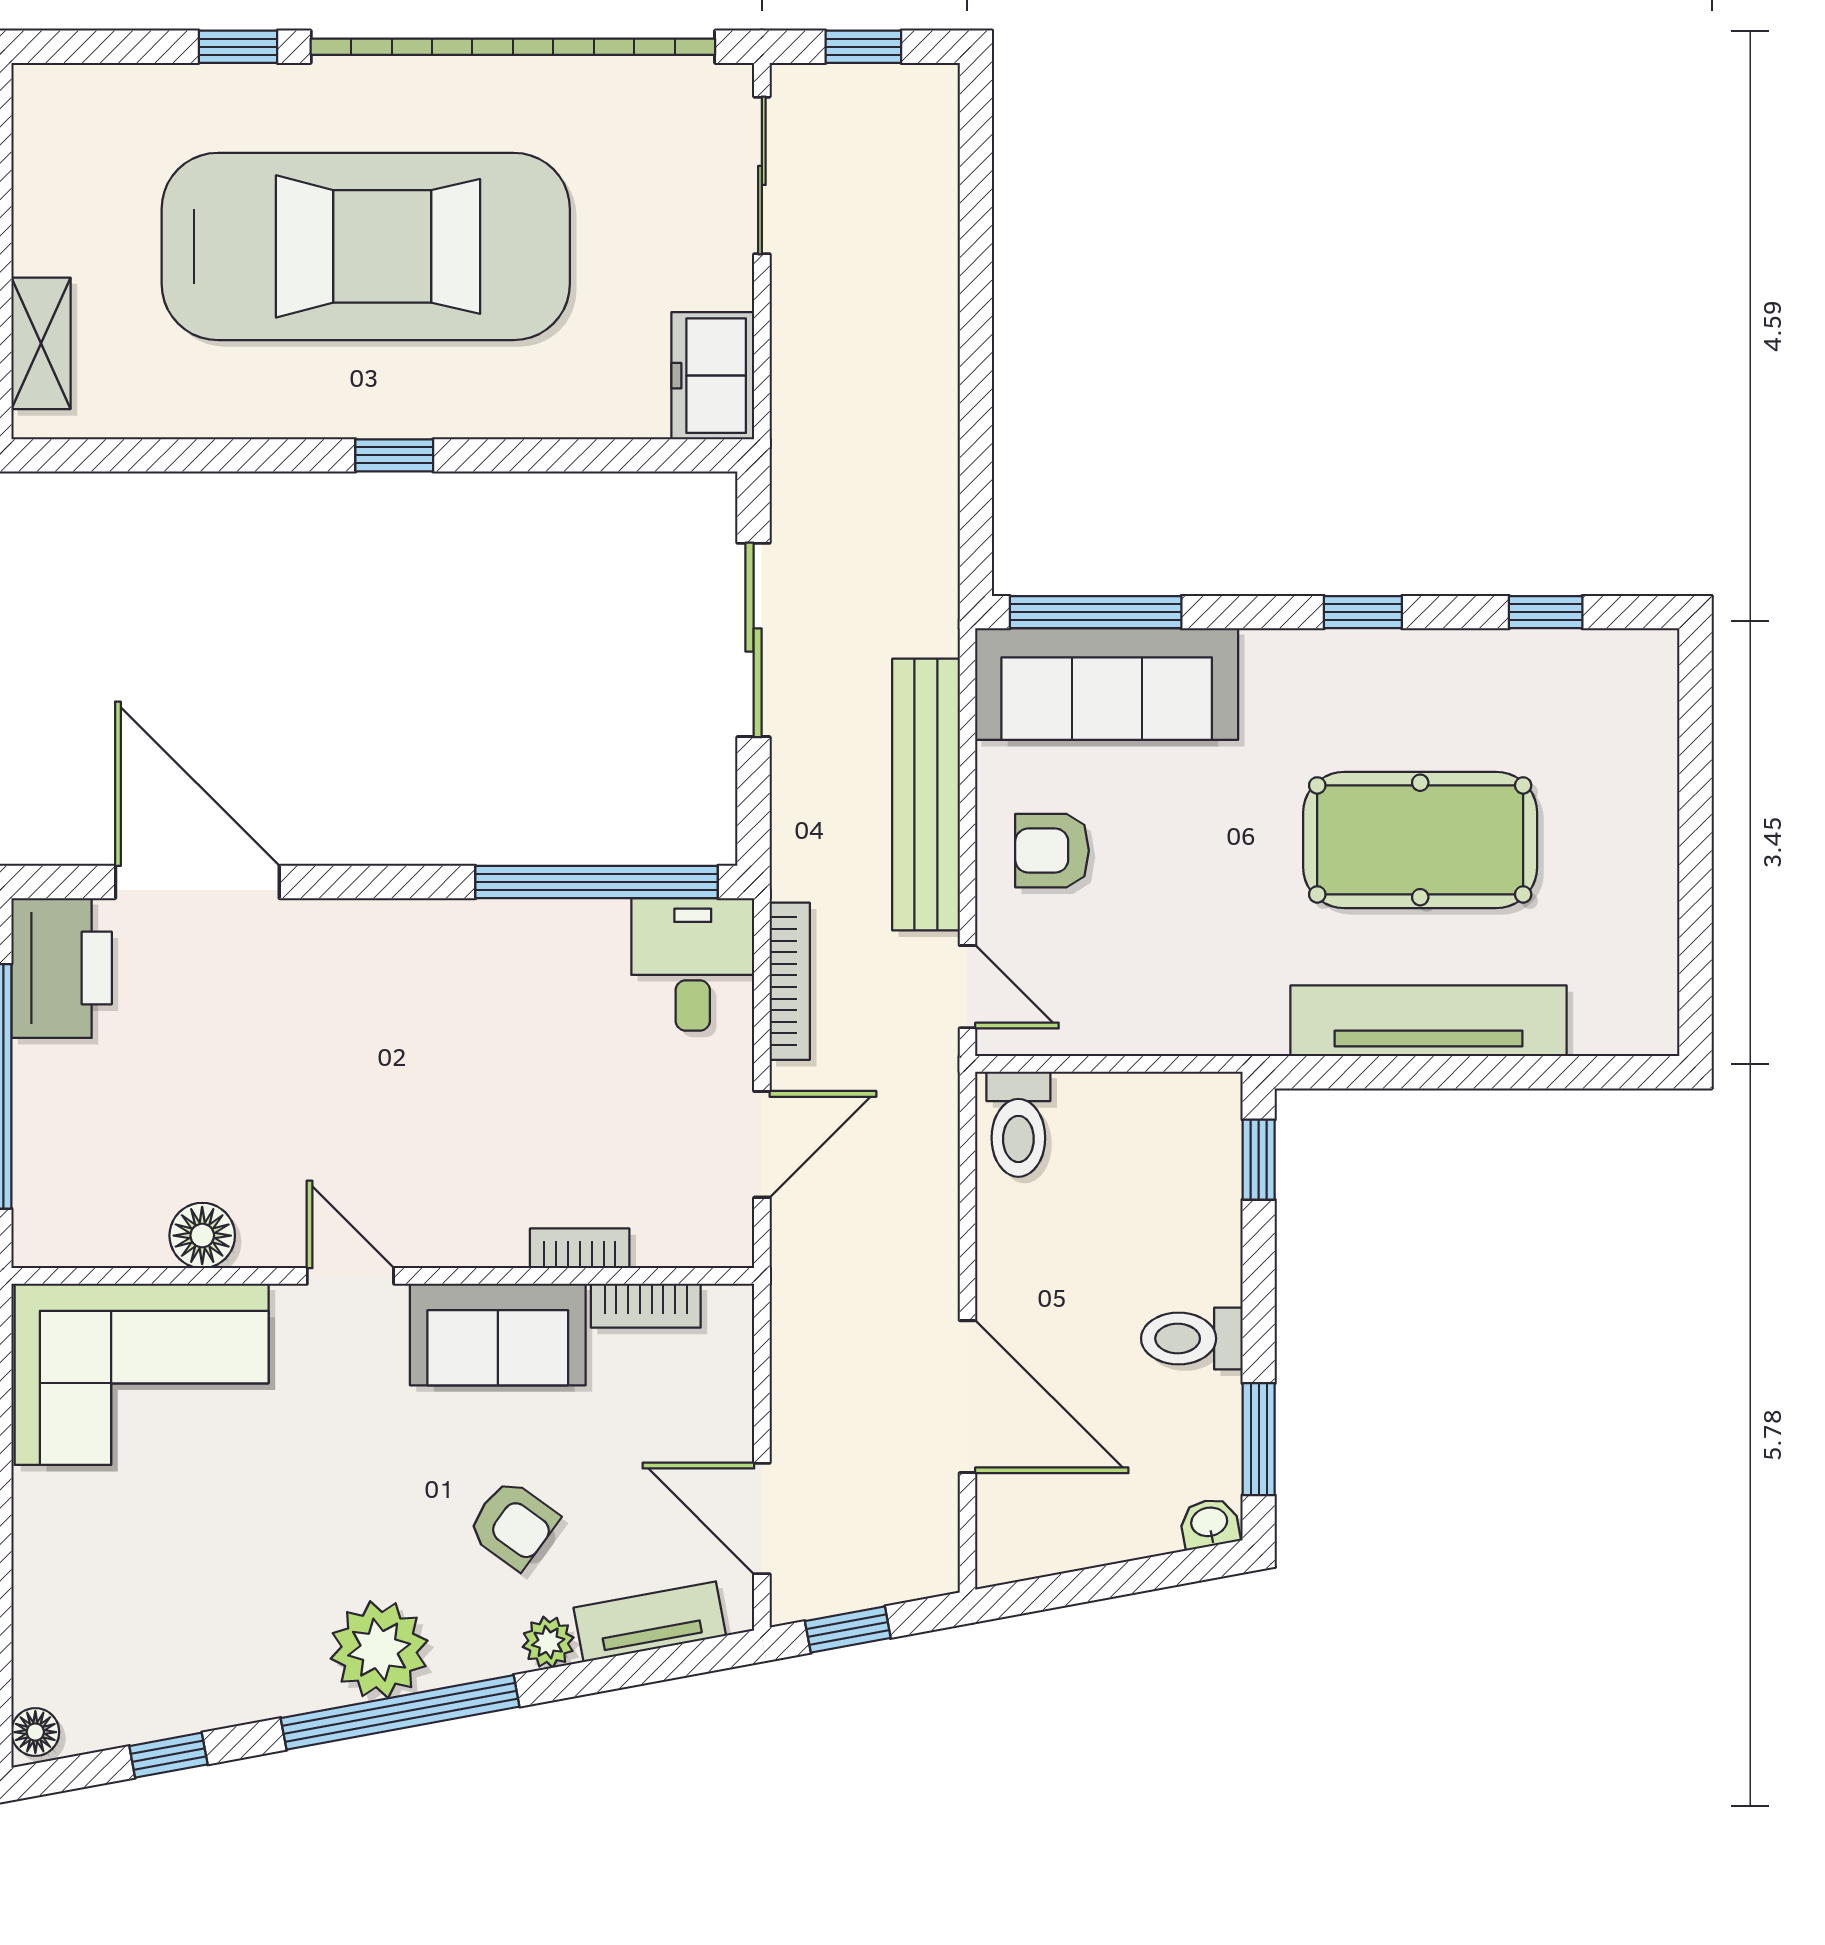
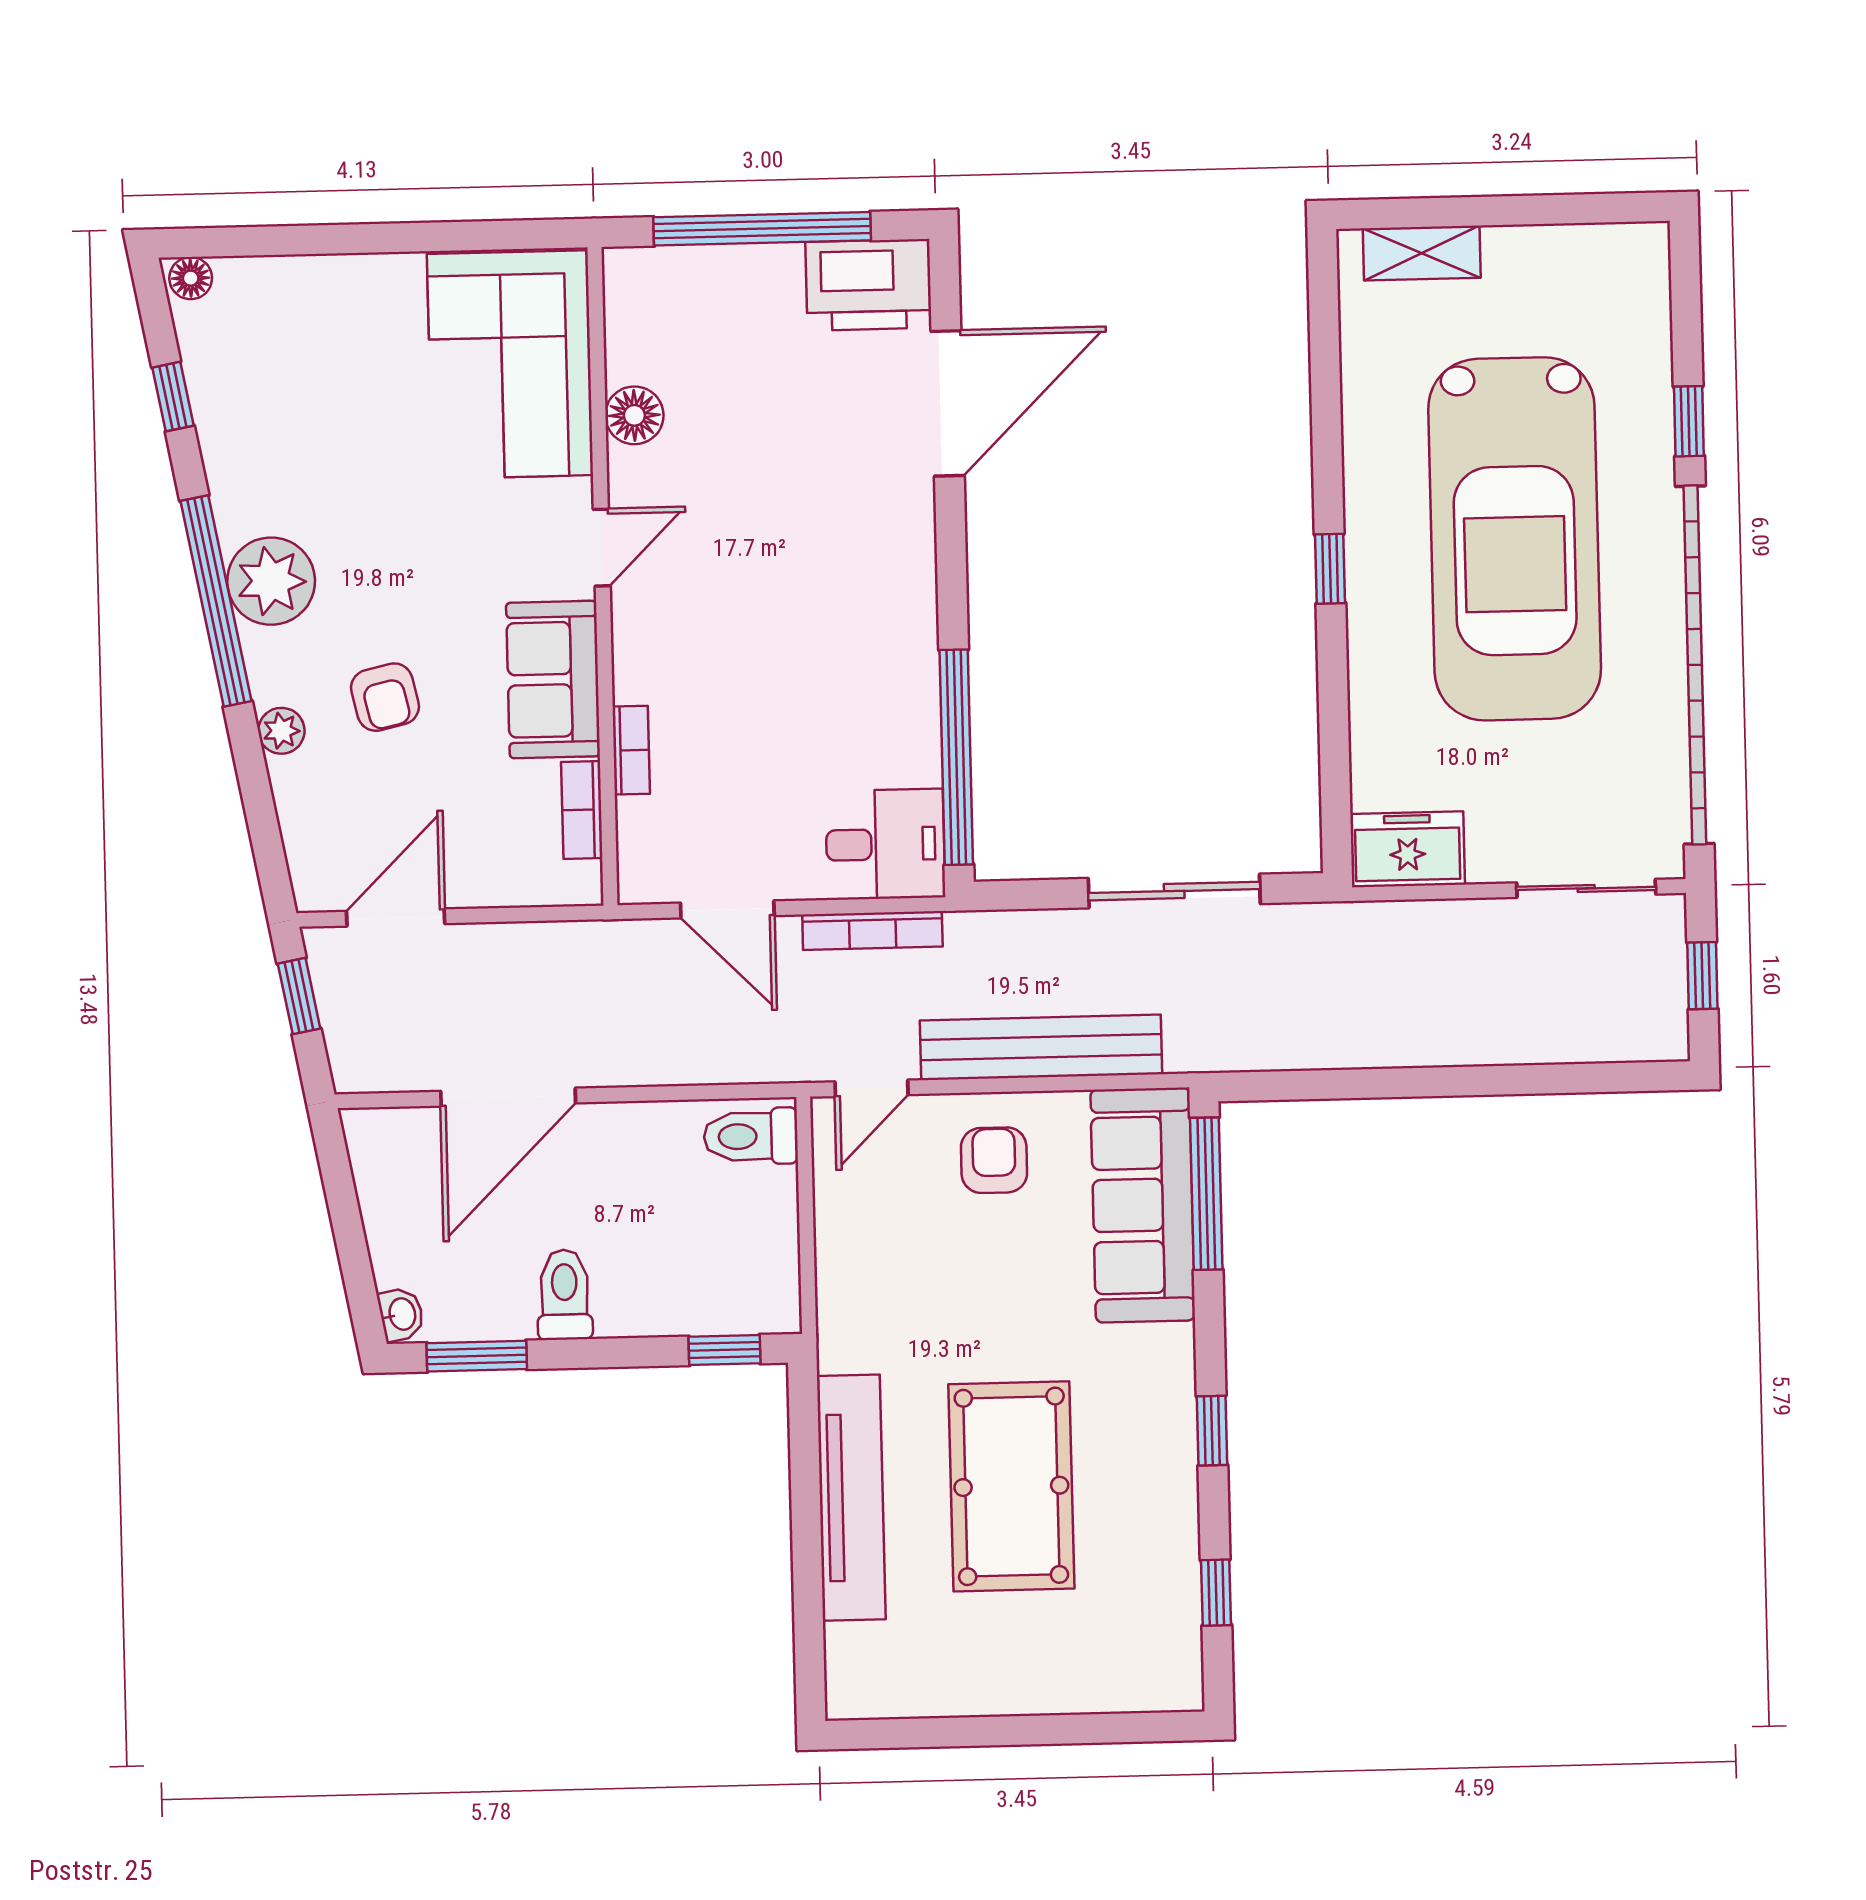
armchair: (513, 1524) -> (385, 697), turned -49
tv unit: (650, 1622) -> (302, 820), removed

